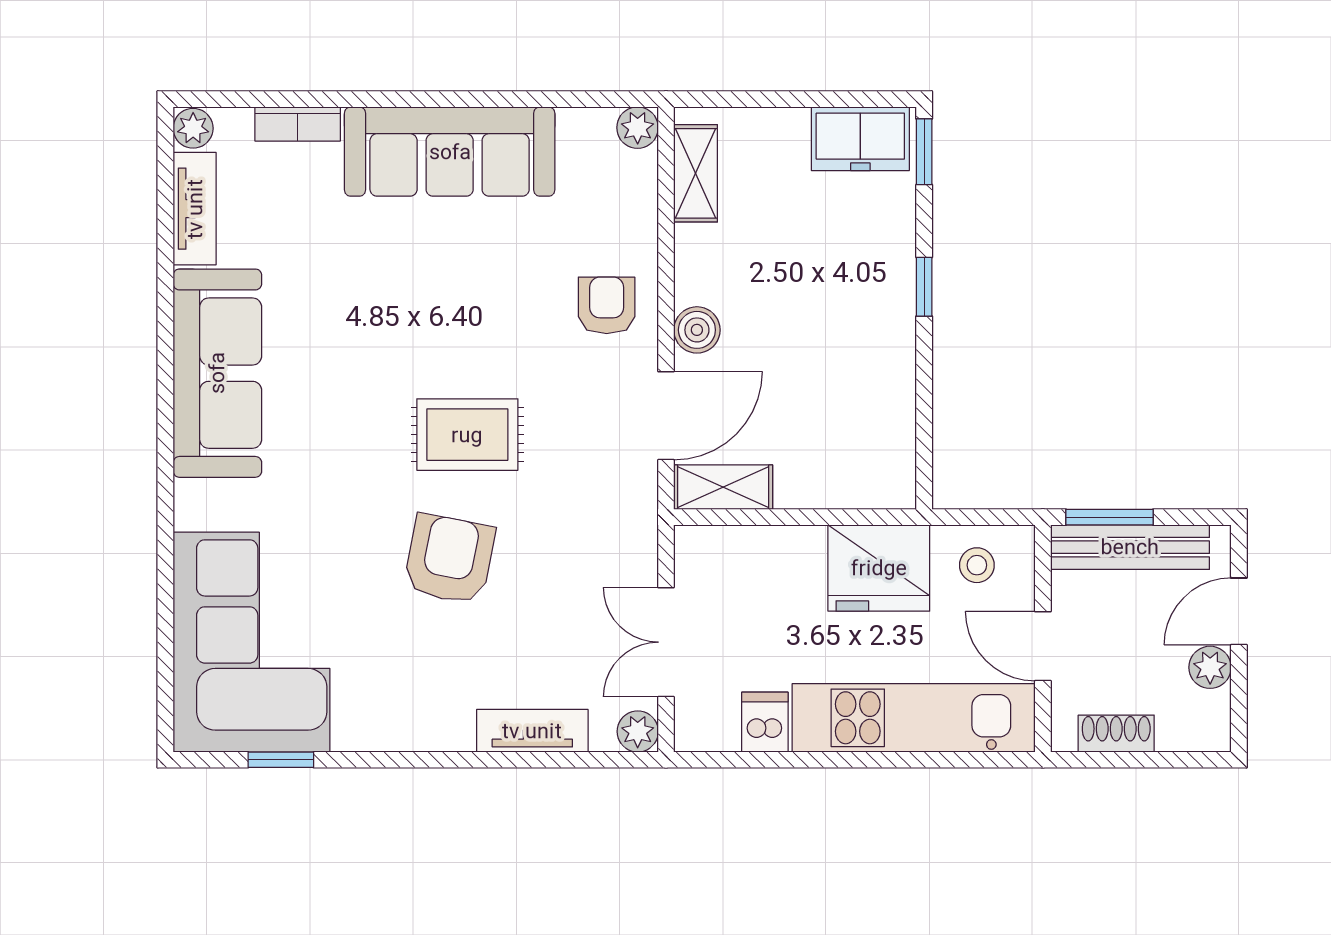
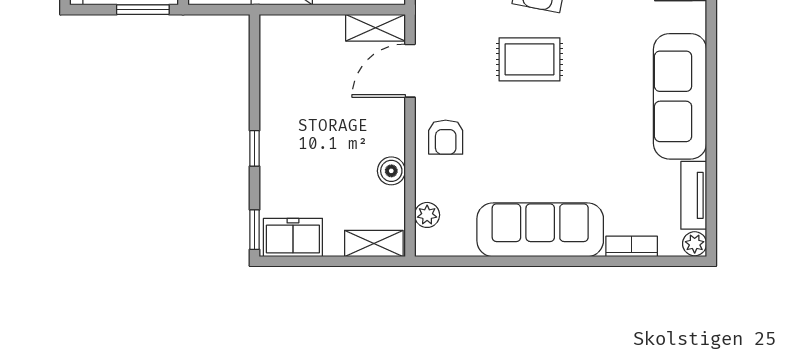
plant: (638, 128) -> (427, 215), moved
shelving: (696, 173) -> (374, 243), moved, turned 90
boiler: (697, 330) -> (391, 171), moved

